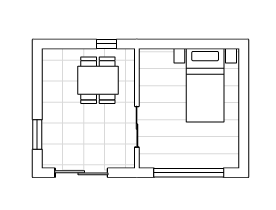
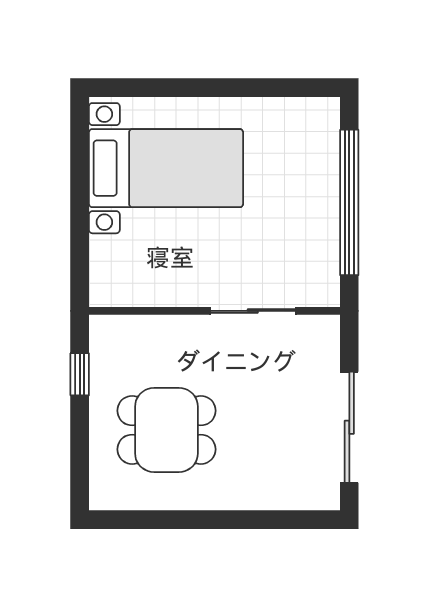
dining table: (98, 80) -> (166, 430), moved
window: (37, 135) -> (269, 520), removed

